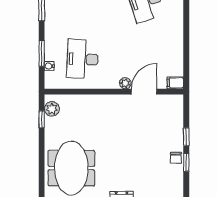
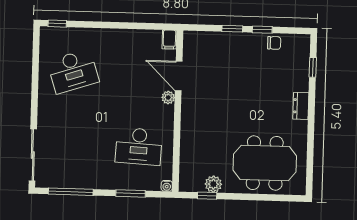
water cooler: (49, 66) -> (167, 186), moved
plant: (52, 109) -> (213, 184), moved
chair: (176, 158) -> (274, 43), moved

